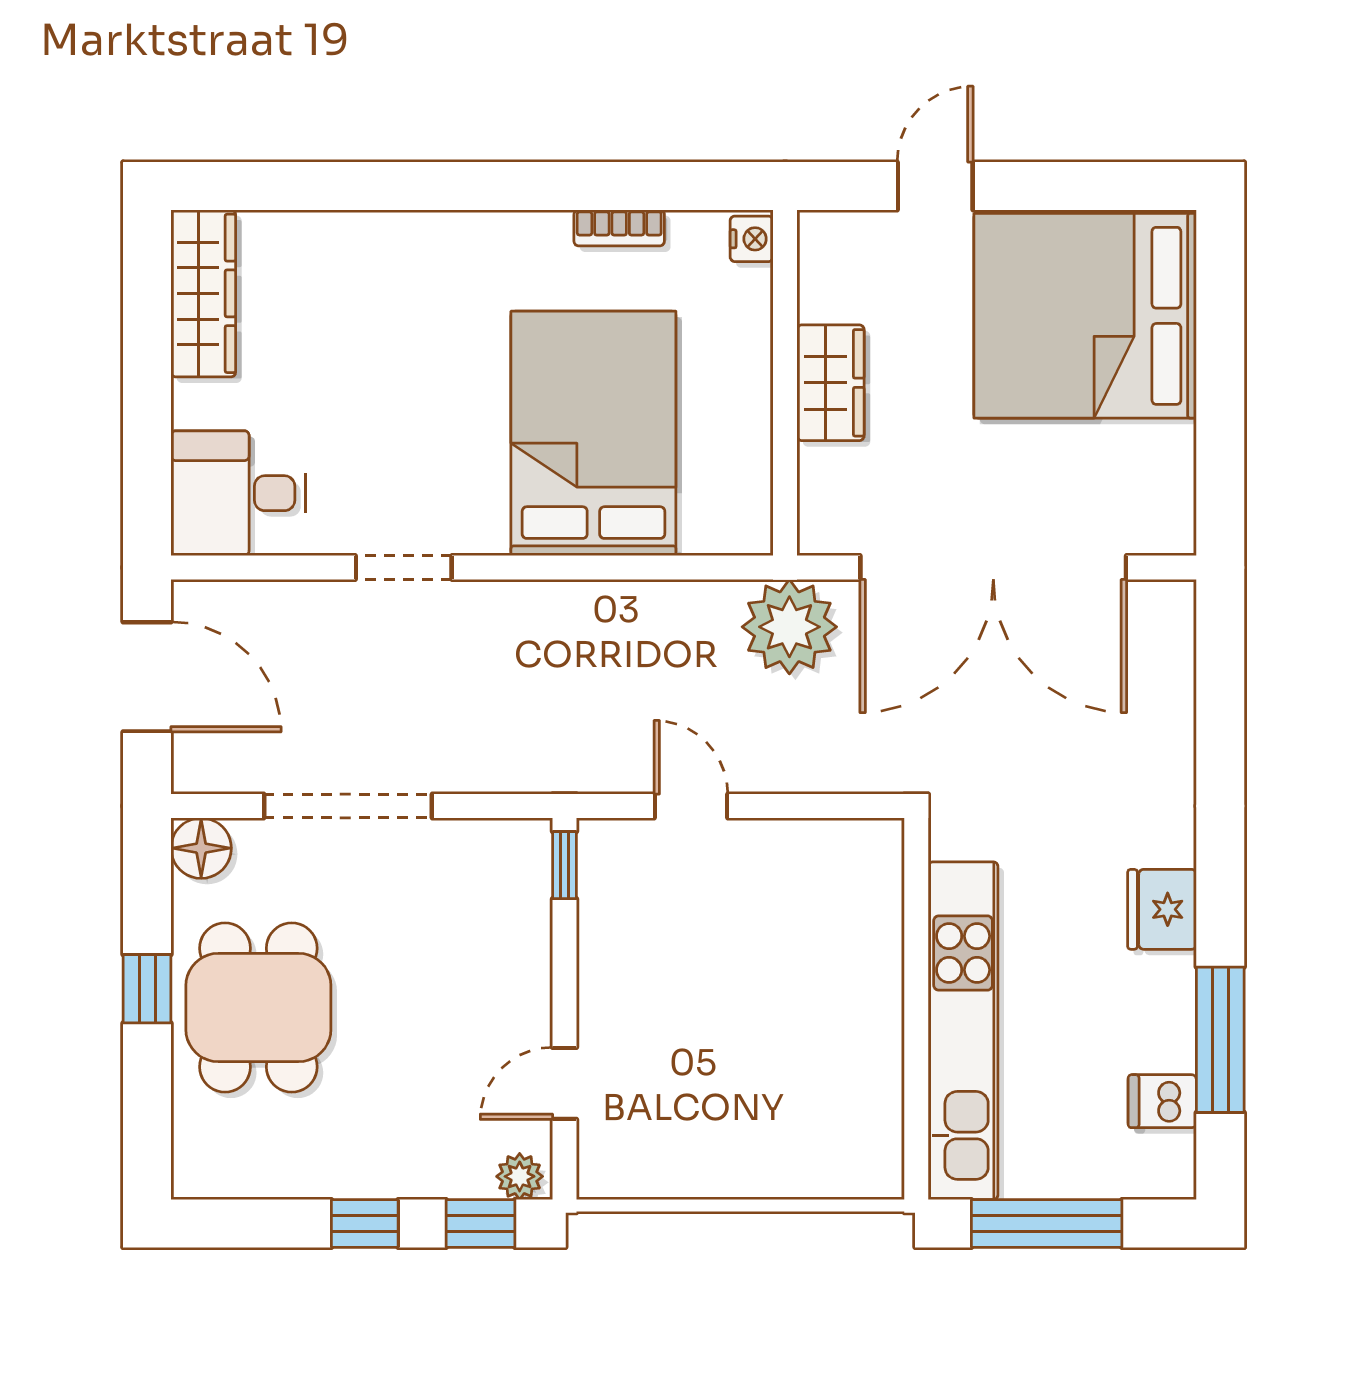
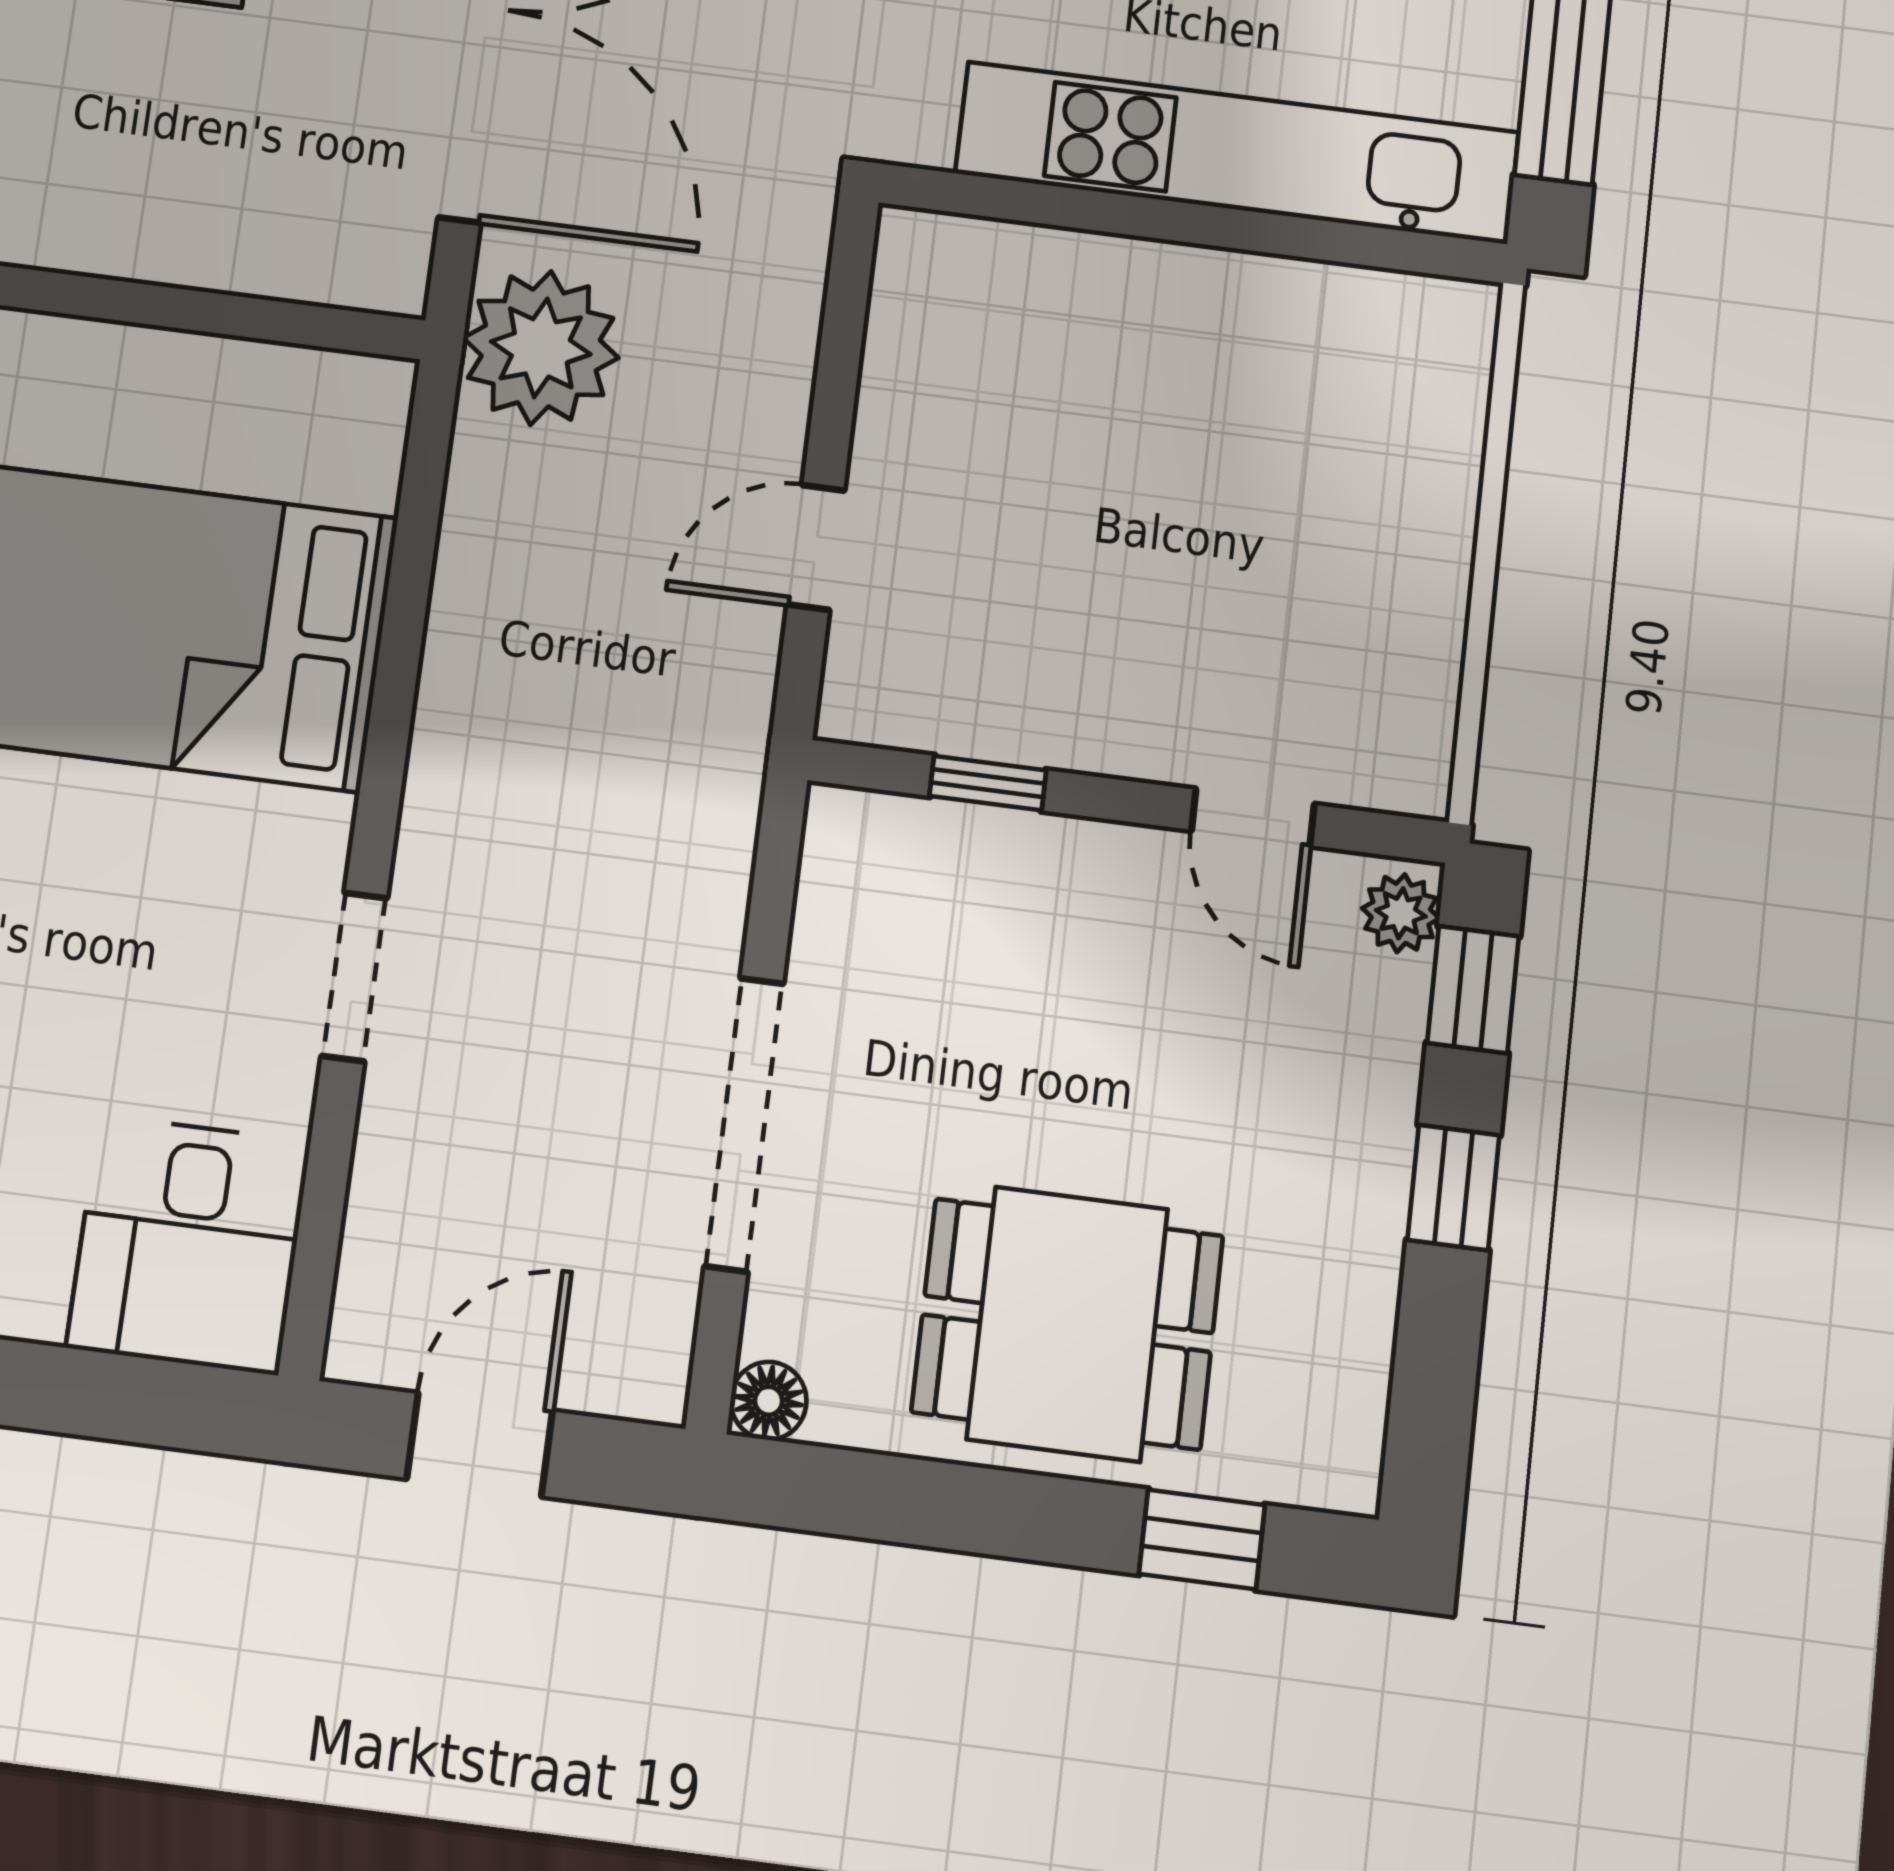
wardrobe: (831, 383) -> (150, 230), removed
door: (147, 677) -> (480, 1445), width x0.73
floor lamp: (201, 848) -> (769, 1401), width x0.73, depth x0.73
window: (564, 865) -> (988, 783), moved
window: (147, 989) -> (1202, 1539), moved

